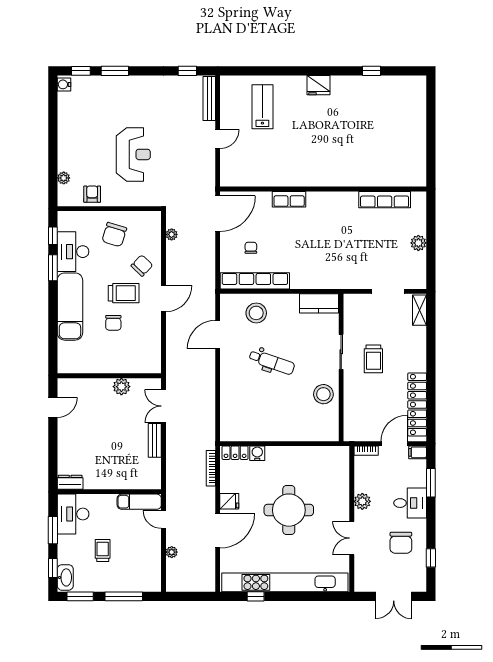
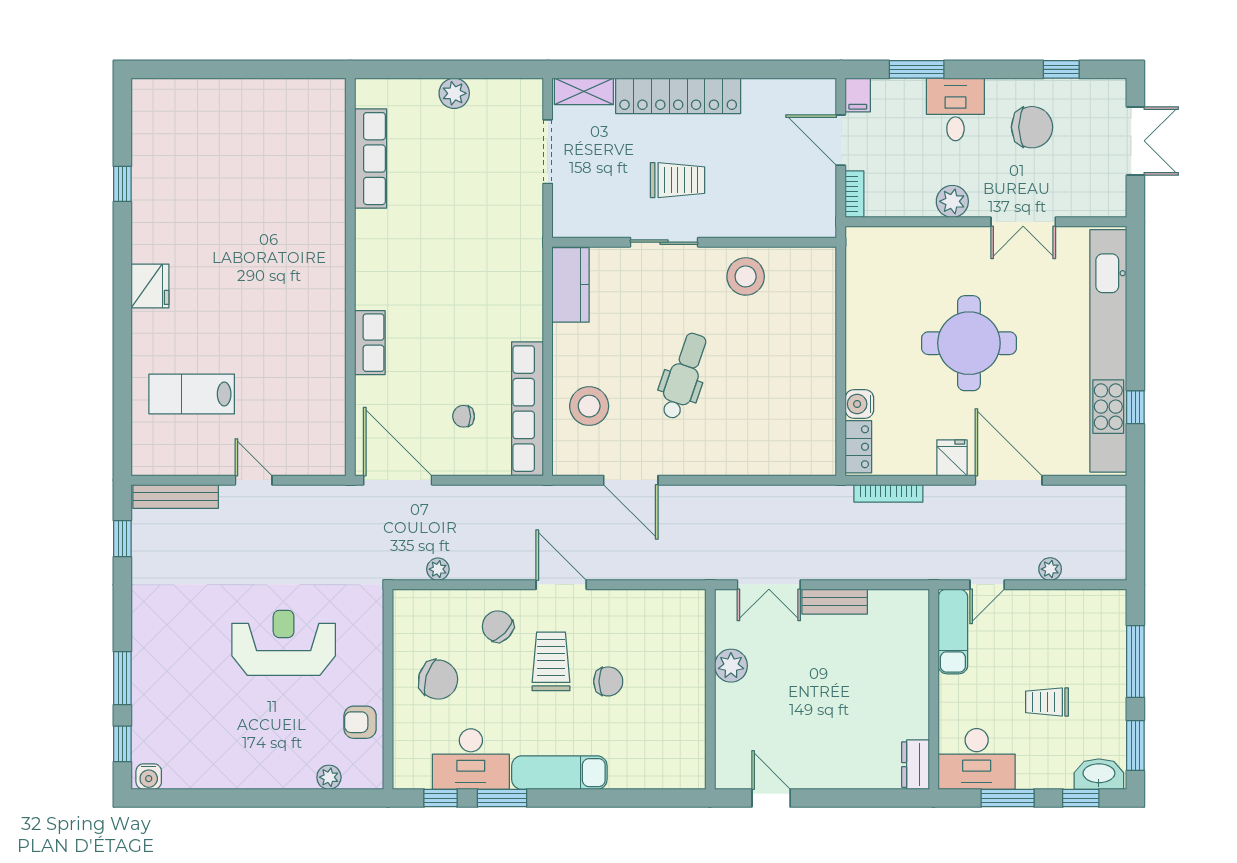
exam couch: (70, 307) -> (559, 773), width x0.73, depth x0.69
locker: (417, 404) -> (678, 96), moved

